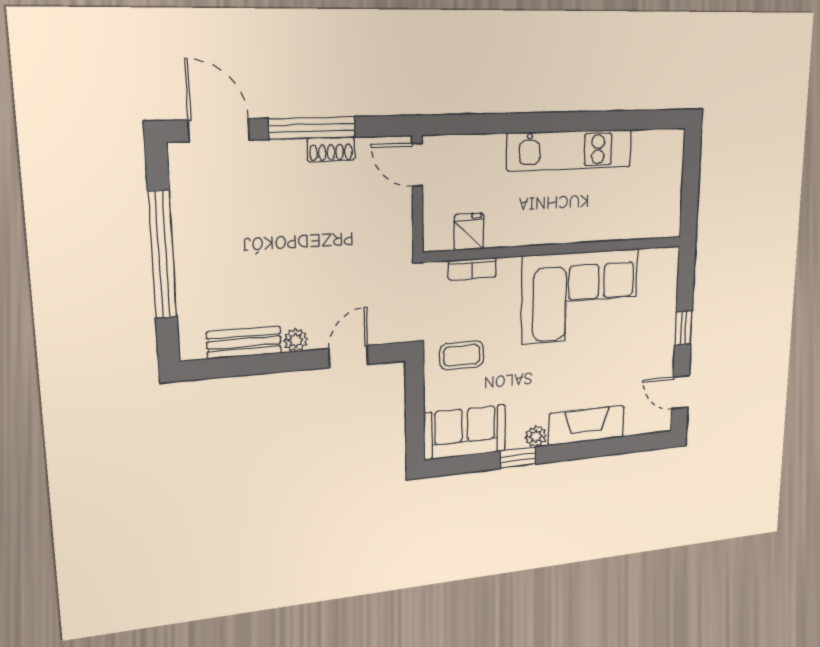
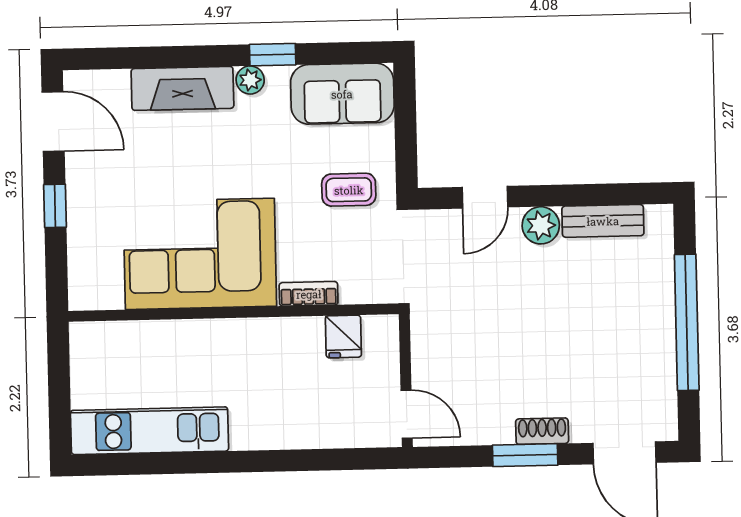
window: (312, 128) -> (525, 455), width x0.69
shoe rack: (331, 149) -> (542, 431), moved
kitchen unit: (570, 150) -> (150, 431), moved
bookcase: (472, 269) -> (309, 294), moved
plant: (296, 340) -> (541, 225), width x1.38, depth x1.38
door: (680, 392) -> (53, 122), width x1.38

